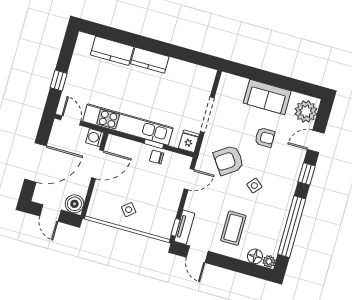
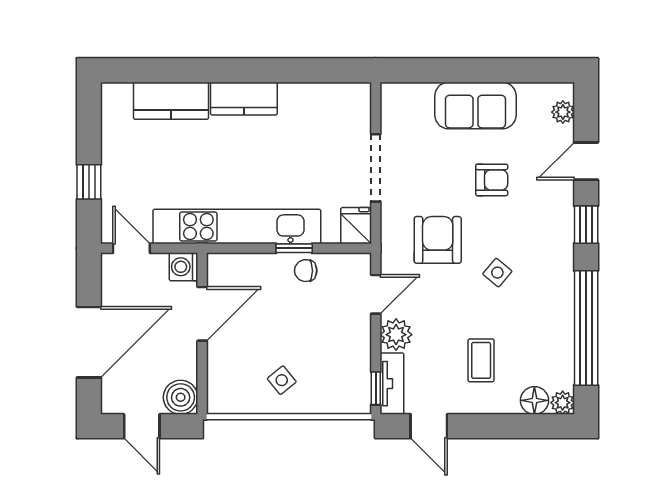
plant: (306, 111) -> (563, 112), width x0.53, depth x0.53
armchair: (229, 160) -> (438, 240), turned 125
plant: (194, 203) -> (396, 335), added
coffee table: (233, 228) -> (481, 360), width x0.73, depth x0.77

